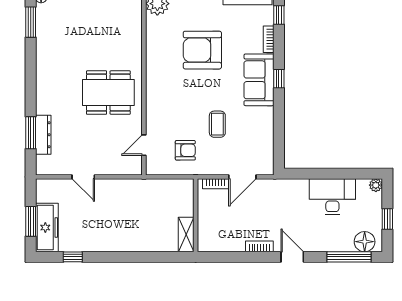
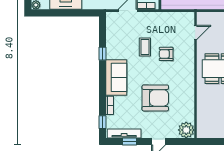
window: (279, 79) -> (102, 54), moved
armchair: (185, 150) -> (166, 54), moved

